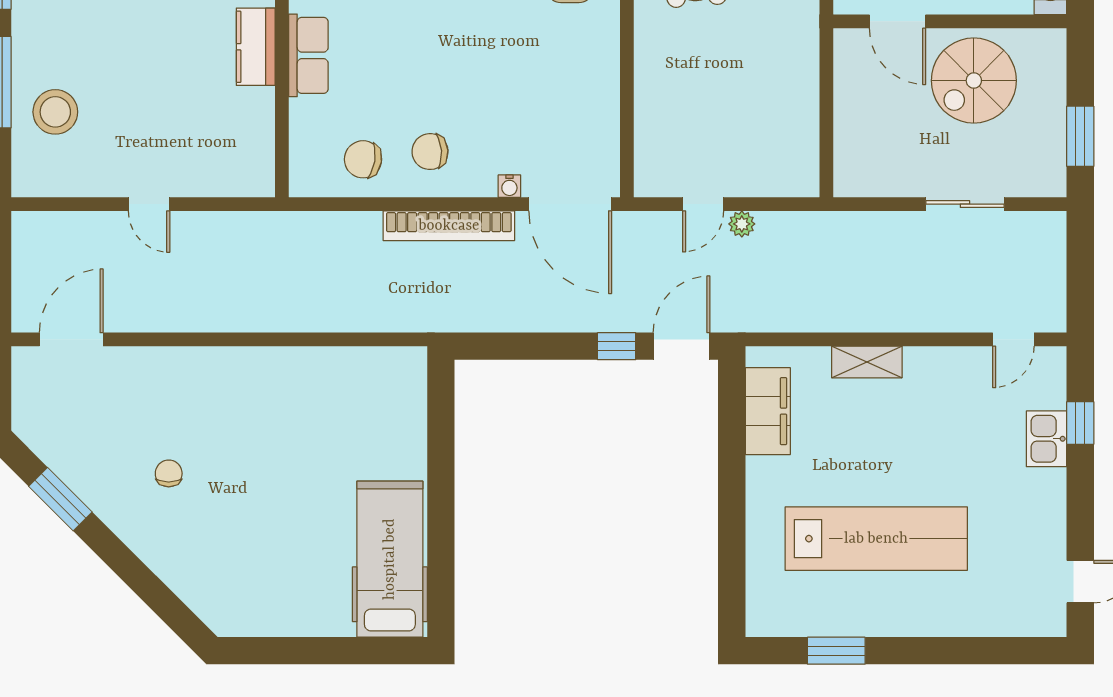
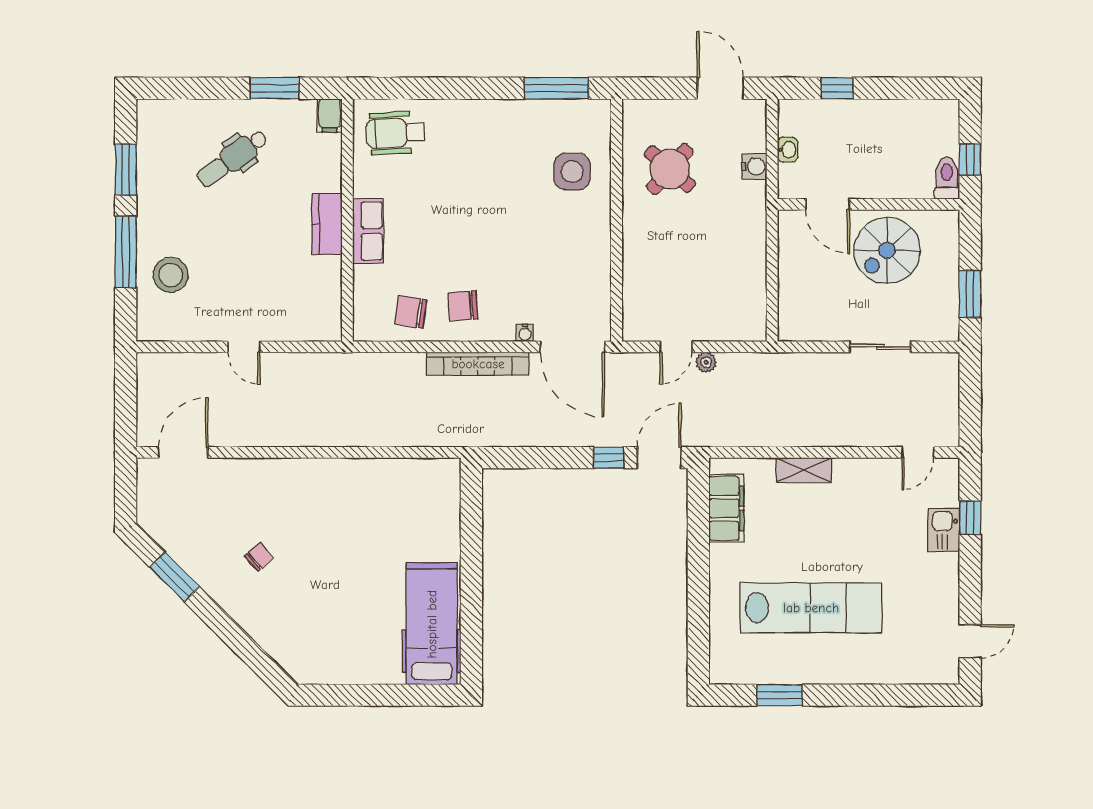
chair: (169, 473) -> (259, 557), turned 49

